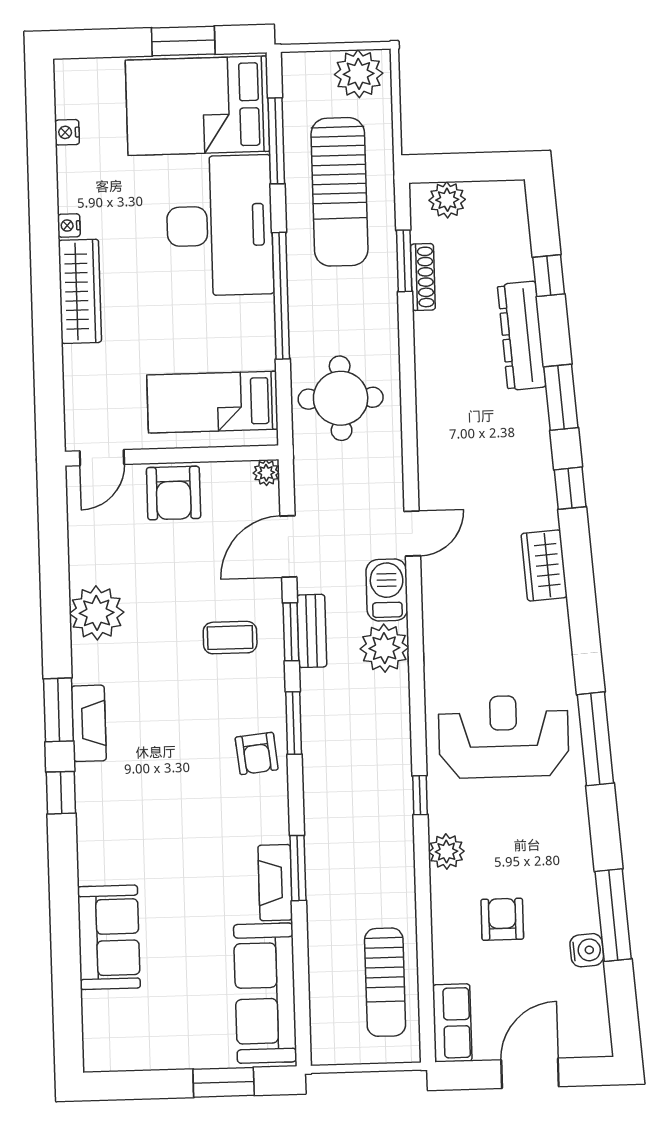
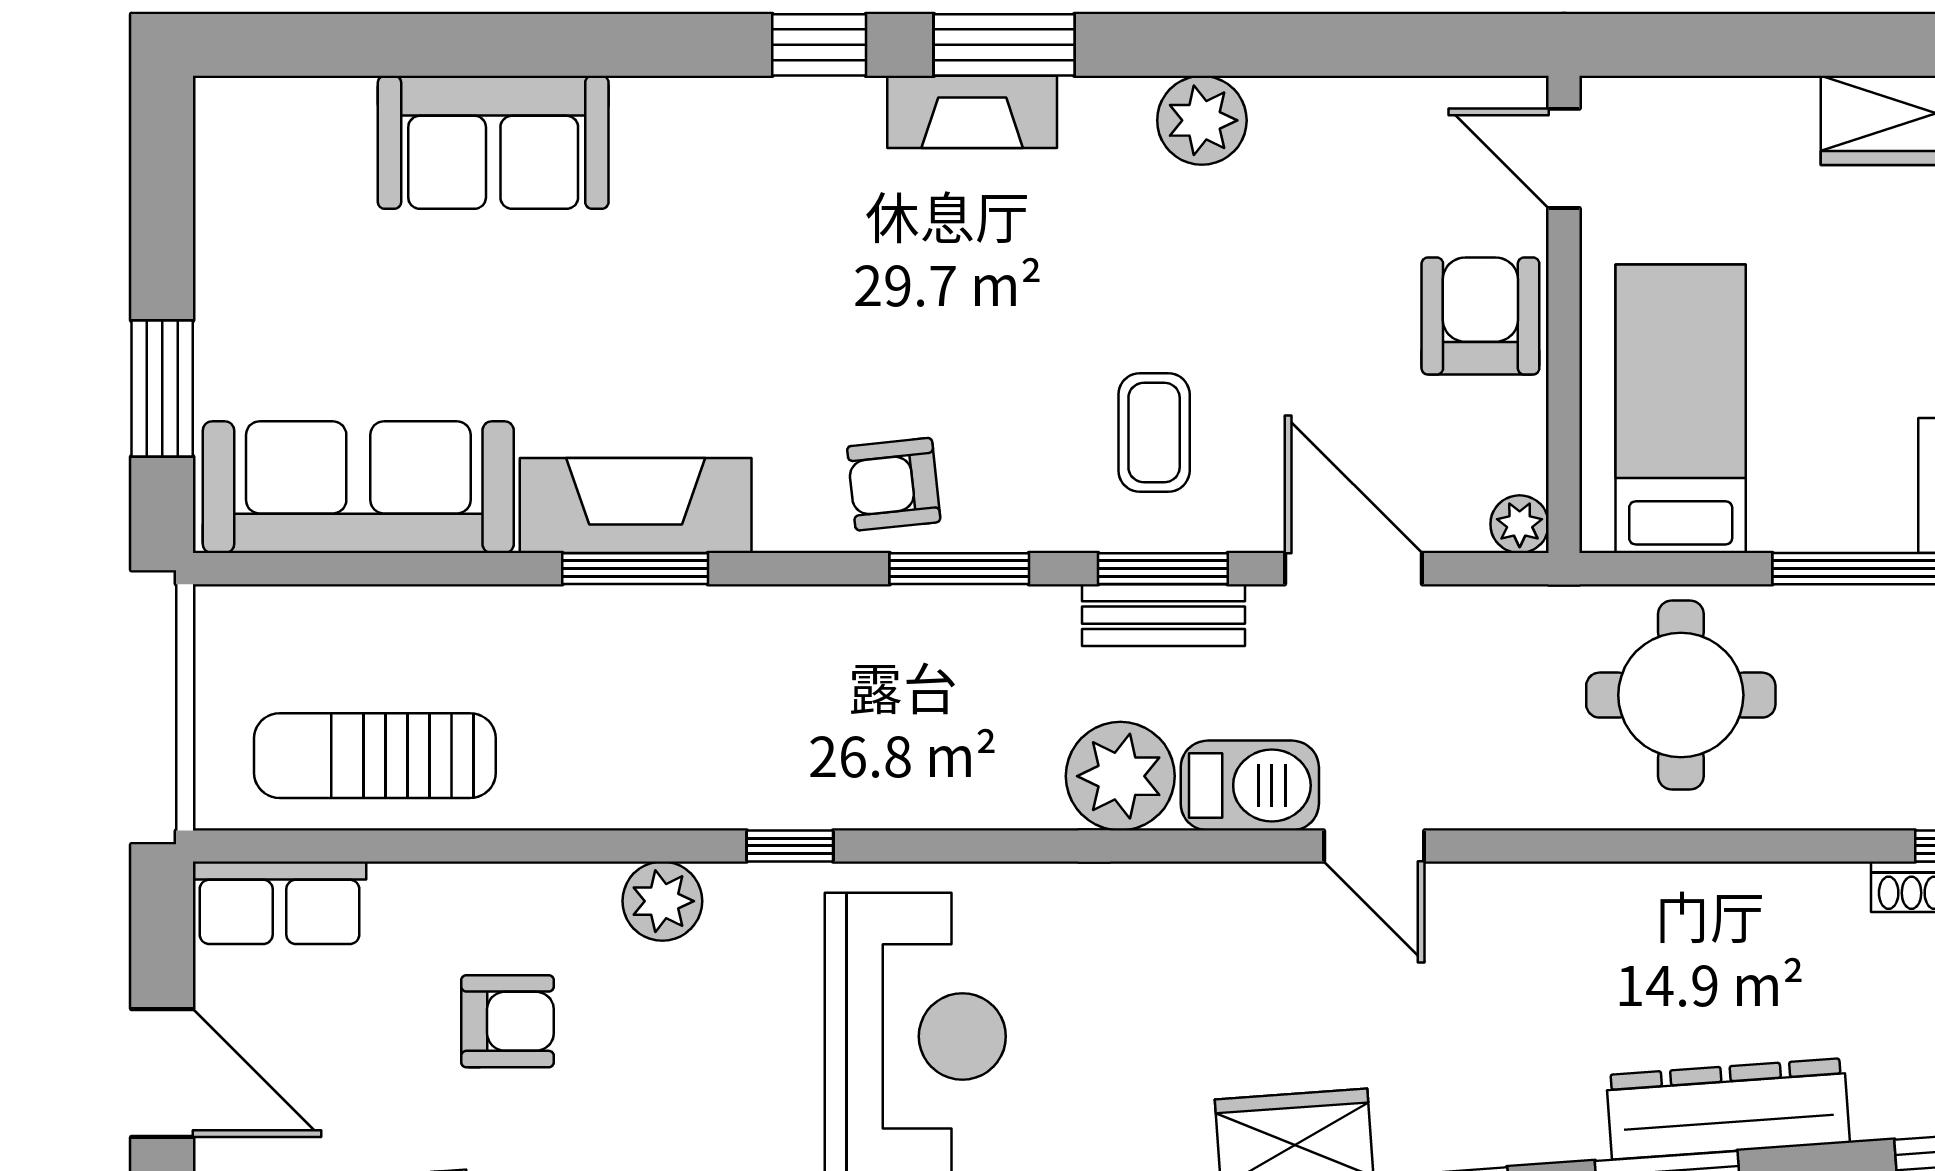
dresser: (522, 336) -> (1728, 1109), moved
armchair: (174, 493) -> (1480, 316), turned 90
plant: (97, 613) -> (1202, 120), width x0.73, depth x0.73
fireplace: (275, 883) -> (636, 506), width x1.37, depth x1.32

